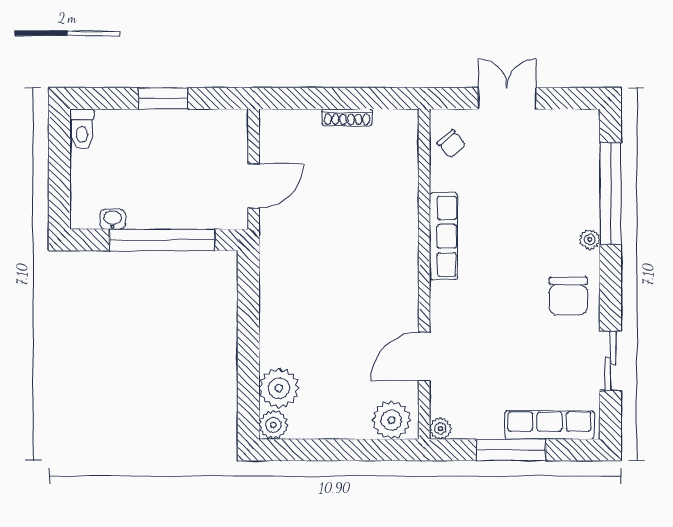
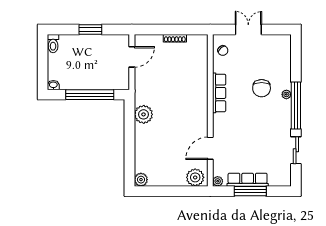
door: (254, 186) -> (132, 57), moved
window: (610, 194) -> (296, 106), moved
washbasin: (113, 219) -> (53, 85), moved
chair: (568, 296) -> (262, 88), moved
plant: (279, 388) -> (144, 114), moved
row of seats: (549, 425) -> (248, 180), moved

